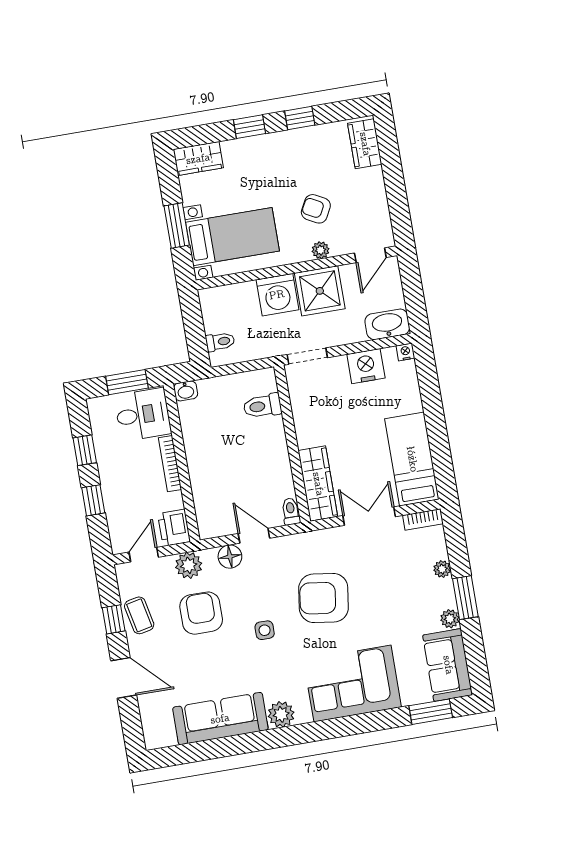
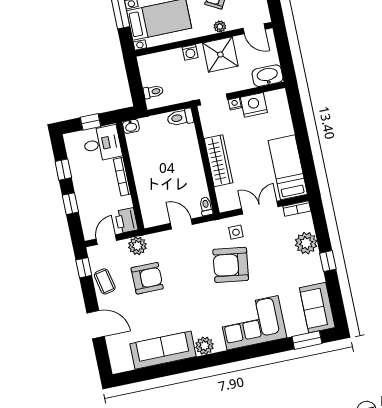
door: (370, 255) -> (254, 29), hinge flipped
washing machine: (277, 295) -> (190, 52), width x0.53, depth x0.53
nightstand: (405, 352) -> (235, 104), moved
window: (127, 382) -> (90, 122), width x0.67
toilet: (262, 406) -> (180, 117), moved
wardrobe: (318, 484) -> (218, 161), moved
floor lamp: (230, 557) -> (165, 239), removed
plant: (442, 569) -> (306, 243), width x1.87, depth x1.87
window: (465, 598) -> (328, 261), width x0.67
armchair: (201, 613) -> (147, 278), turned 90
window: (114, 619) -> (84, 268), moved
plant: (450, 619) -> (318, 276), removed
side table: (265, 630) -> (236, 232), moved

